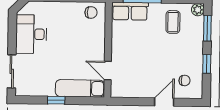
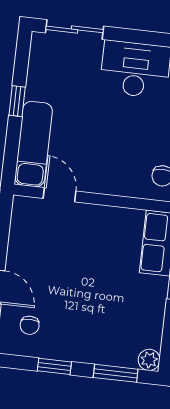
coffee table: (173, 22) -> (132, 315), removed
door: (108, 71) -> (60, 195), hinge flipped

